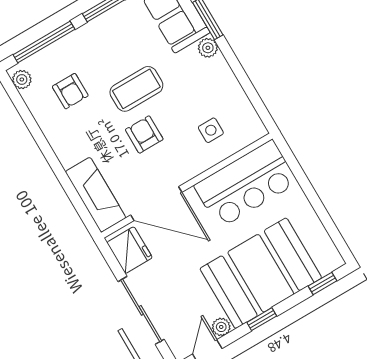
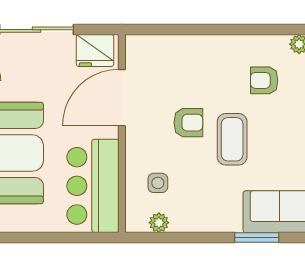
plant: (208, 48) -> (159, 223), moved
fireplace: (96, 195) -> (161, 49), removed

